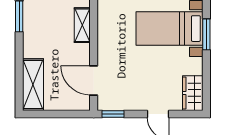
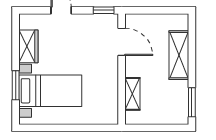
shelving: (33, 85) -> (179, 55), moved
wardrobe: (193, 93) -> (28, 46), moved

